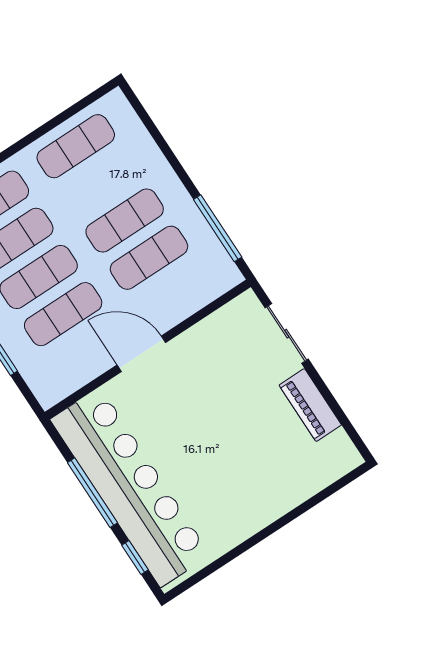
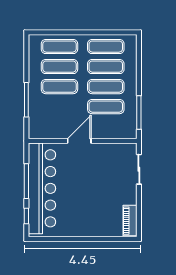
exercise mat: (63, 314) -> (106, 67), moved
door: (141, 354) -> (79, 141), hinge flipped
piano: (310, 405) -> (130, 221), moved

